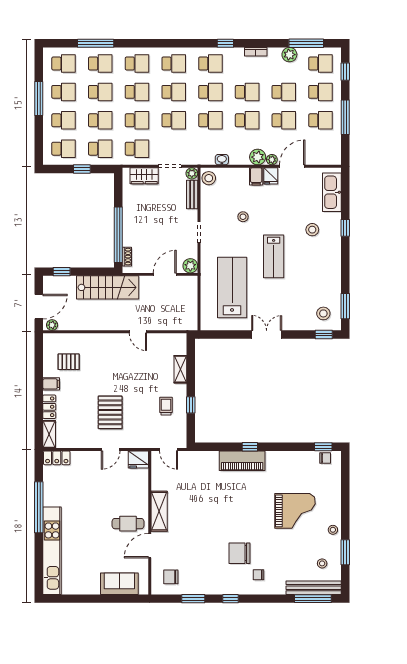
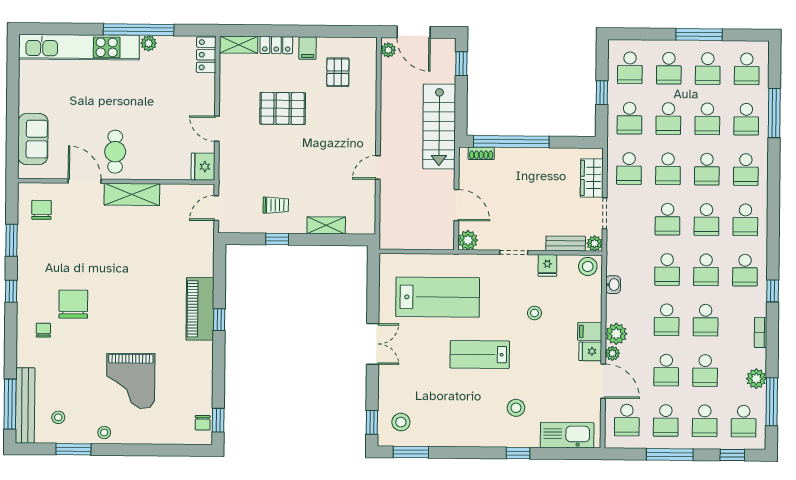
school desk: (321, 149) -> (627, 420), added
fridge: (208, 208) -> (547, 265), added
pallet: (110, 412) -> (283, 108), moved
plant: (49, 500) -> (149, 43), added

